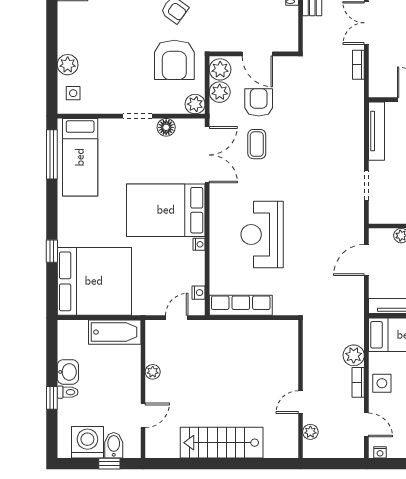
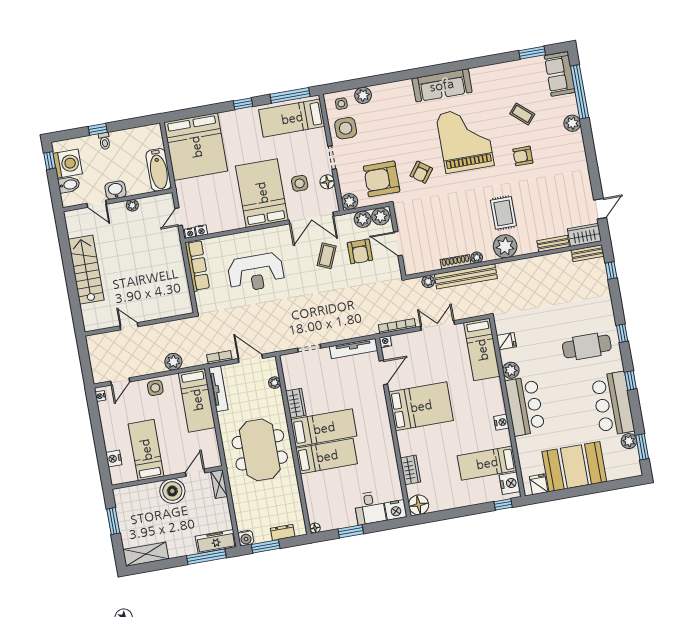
door: (257, 54) -> (398, 244), hinge flipped
bookcase: (358, 65) -> (397, 326), width x1.56
nightstand: (375, 91) -> (385, 342), added
side table: (104, 93) -> (346, 128), added
armchair: (259, 102) -> (360, 251), turned 90
coffee table: (257, 144) -> (327, 256), turned -67
side table: (162, 162) -> (300, 183), added
reception desk: (262, 235) -> (256, 273), turned 180
nightstand: (199, 244) -> (190, 233), moved
window: (52, 251) -> (243, 104), moved
door: (177, 318) -> (179, 217), swing flipped
washbasin: (68, 372) -> (115, 190), moved, turned 180
bookcase: (358, 382) -> (219, 357), moved
plant: (310, 432) -> (428, 282), moved
window: (109, 464) -> (50, 161), moved

